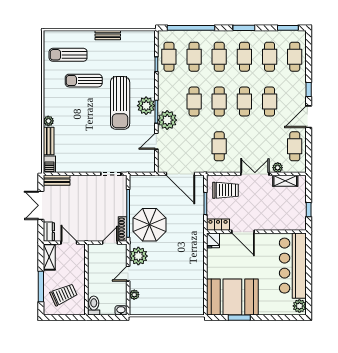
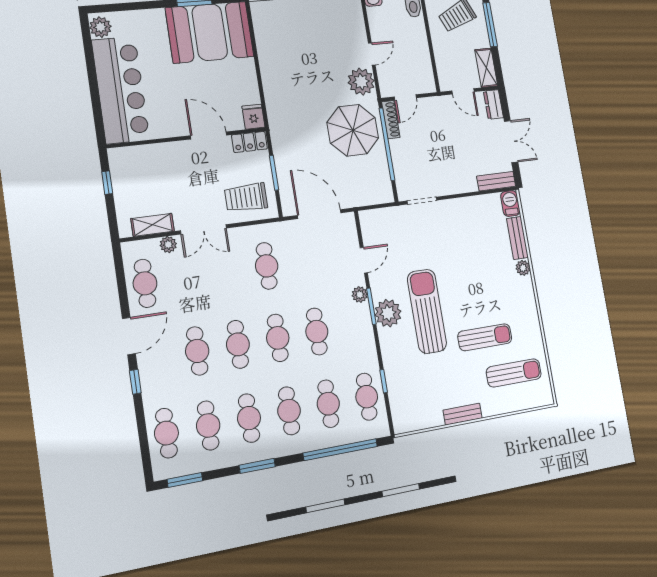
plant: (167, 120) -> (360, 295), width x0.53, depth x0.53
plant: (134, 295) -> (358, 24), removed

